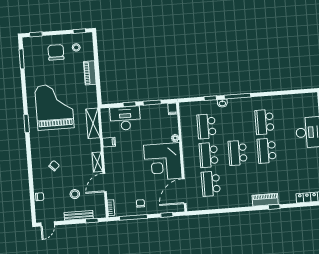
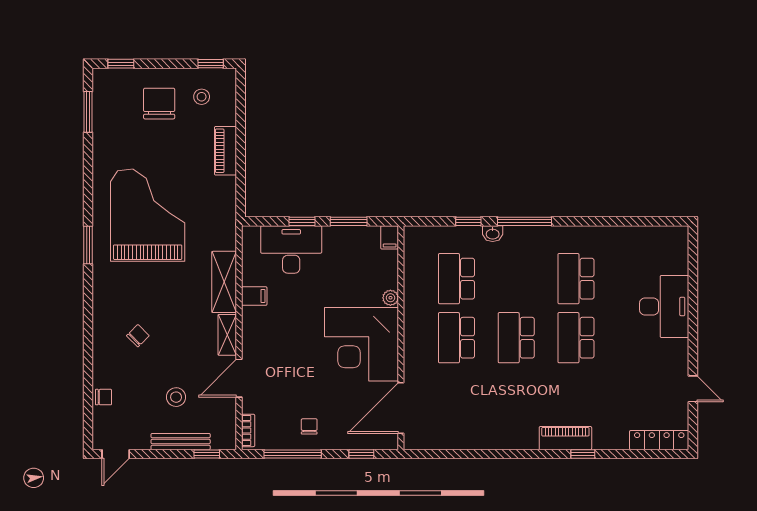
shelving: (93, 123) -> (224, 282), moved
school desk: (211, 184) -> (456, 397), removed

